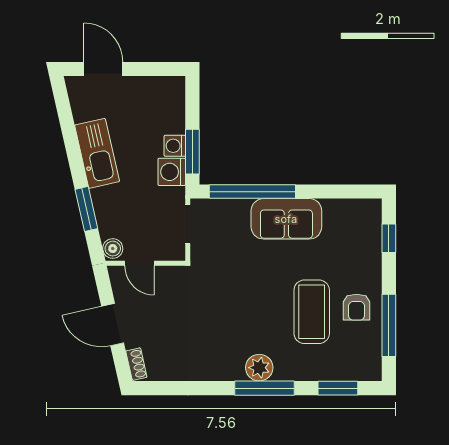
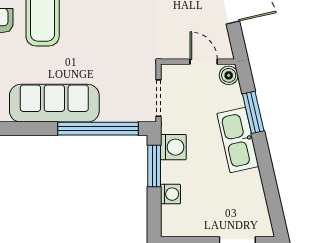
washing machine: (175, 146) -> (171, 194), moved
kitchen sink: (97, 153) -> (238, 140), moved
sofa: (286, 219) -> (54, 103), width x1.36

